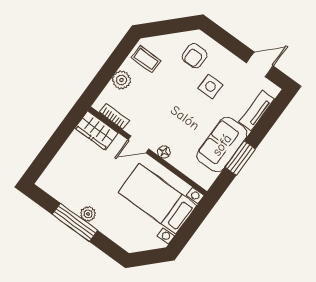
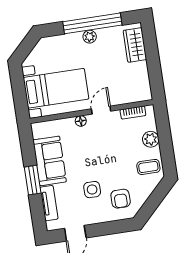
armchair: (195, 56) -> (121, 199), turned 180
wardrobe: (96, 131) -> (135, 45), moved, turned -90
window: (240, 158) -> (33, 180), moved
window: (75, 222) -> (92, 23), width x1.46

